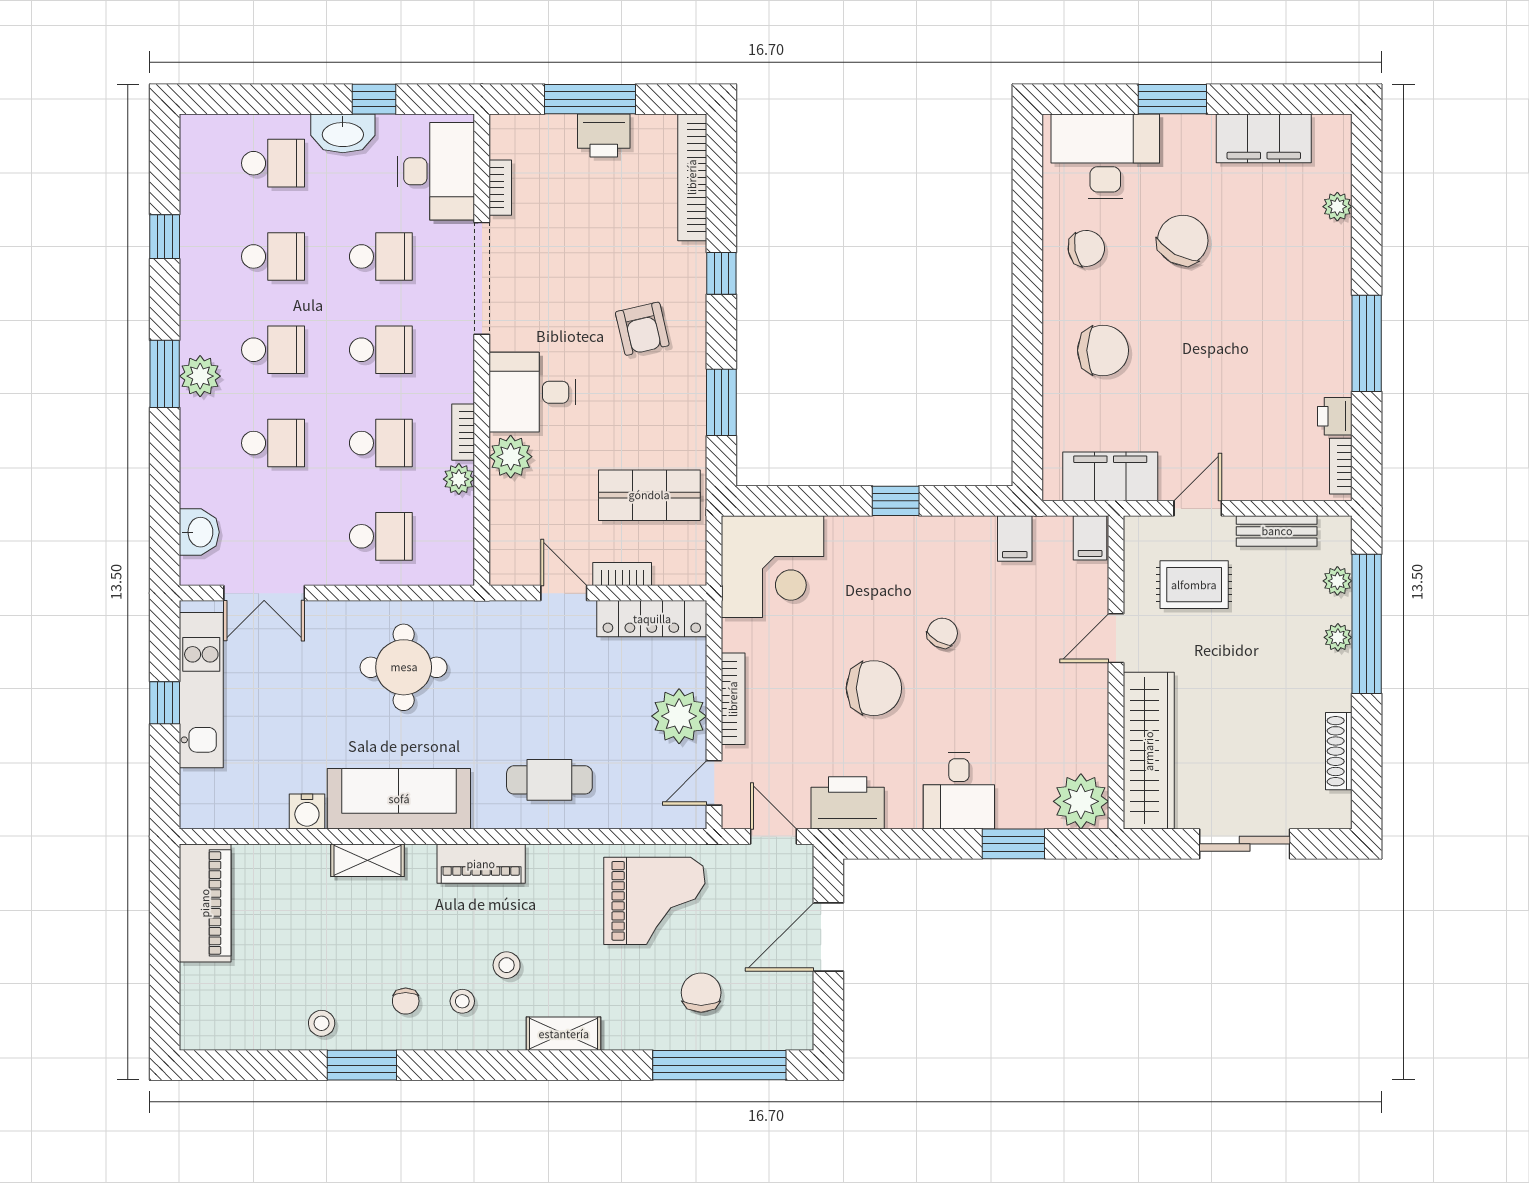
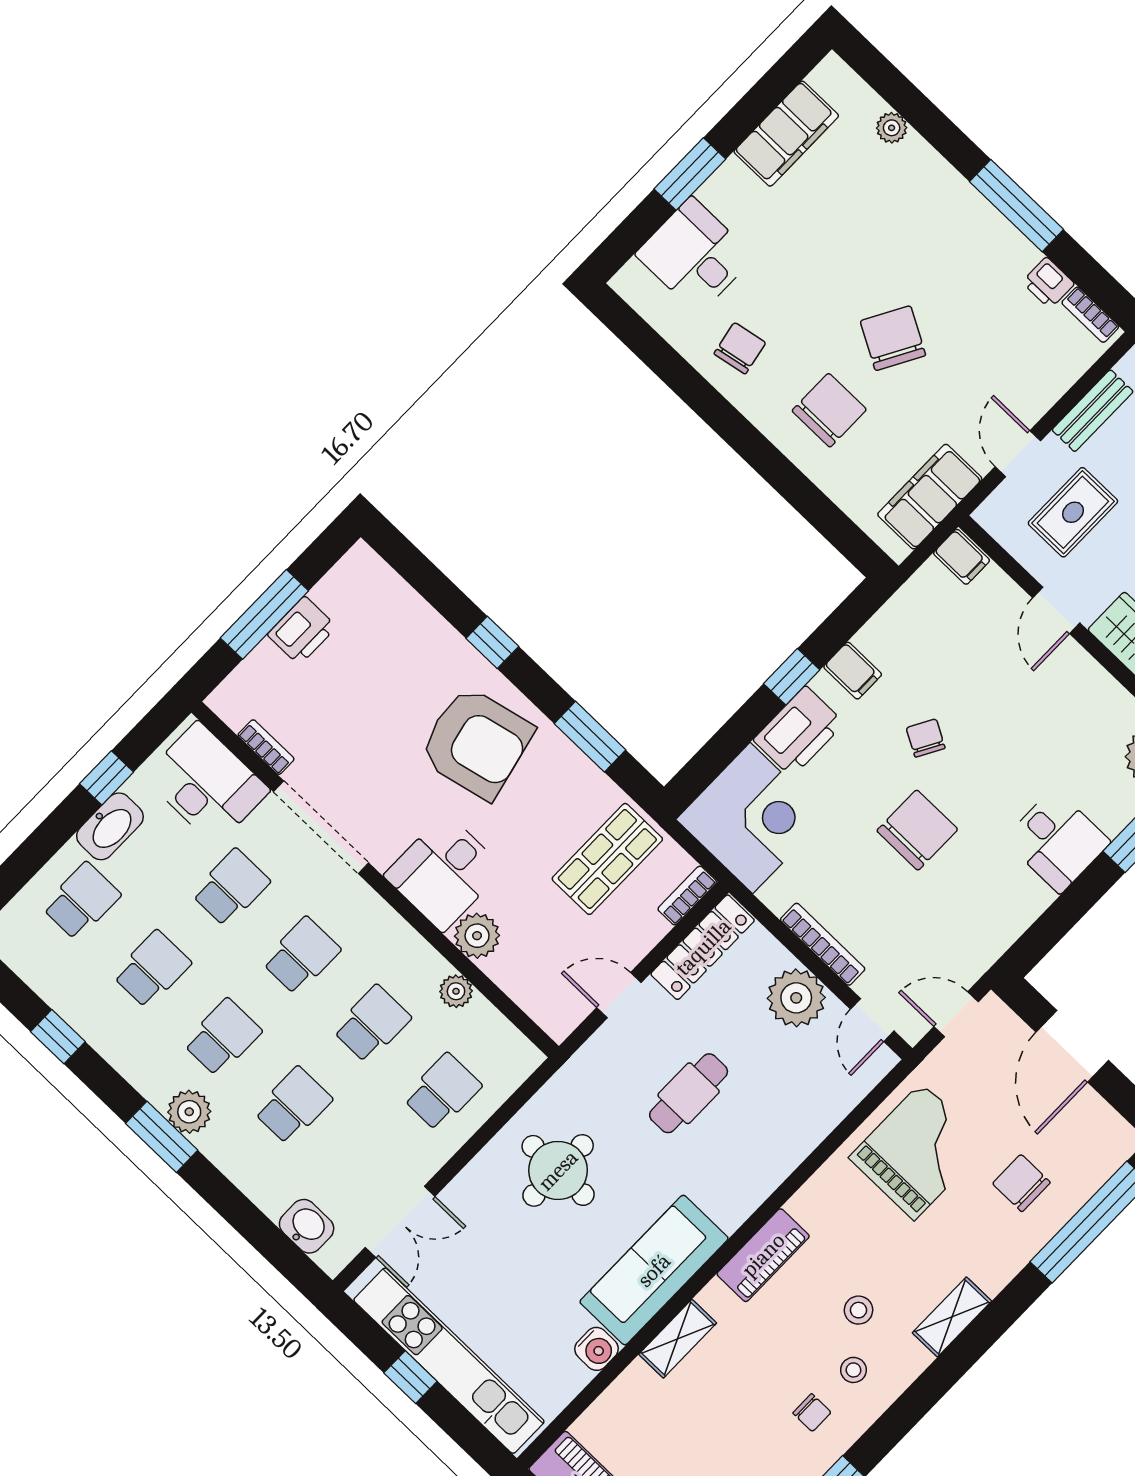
desk: (1105, 156) -> (695, 256), width x0.73
bookcase: (692, 177) -> (398, 594), removed
chair: (1183, 240) -> (893, 338), moved
armchair: (642, 329) -> (476, 743), width x1.88, depth x1.88
bookcase: (463, 432) -> (424, 954), removed
filing cabinet: (1015, 539) -> (853, 671), moved
bookcase: (622, 574) -> (687, 896), moved
kitchen unit: (201, 690) -> (449, 1361), width x1.36
cafe table: (549, 780) -> (689, 1093), moved
printer: (848, 803) -> (799, 731), moved, turned 180

